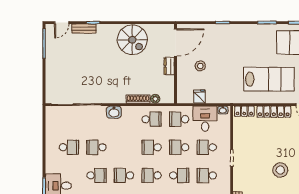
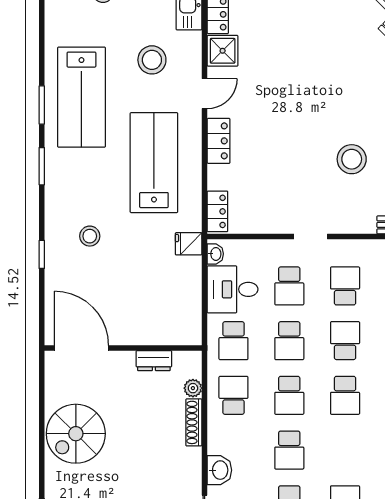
spiral stairs: (132, 40) -> (76, 434), turned 180
dresser: (169, 66) -> (154, 361), moved
stool: (200, 66) -> (90, 236), moved
fridge: (200, 97) -> (189, 244), moved
locker: (274, 112) -> (219, 141), width x0.66
stool: (280, 170) -> (352, 159), moved
school desk: (124, 175) -> (289, 450), moved
school desk: (207, 175) -> (345, 286), turned 180

